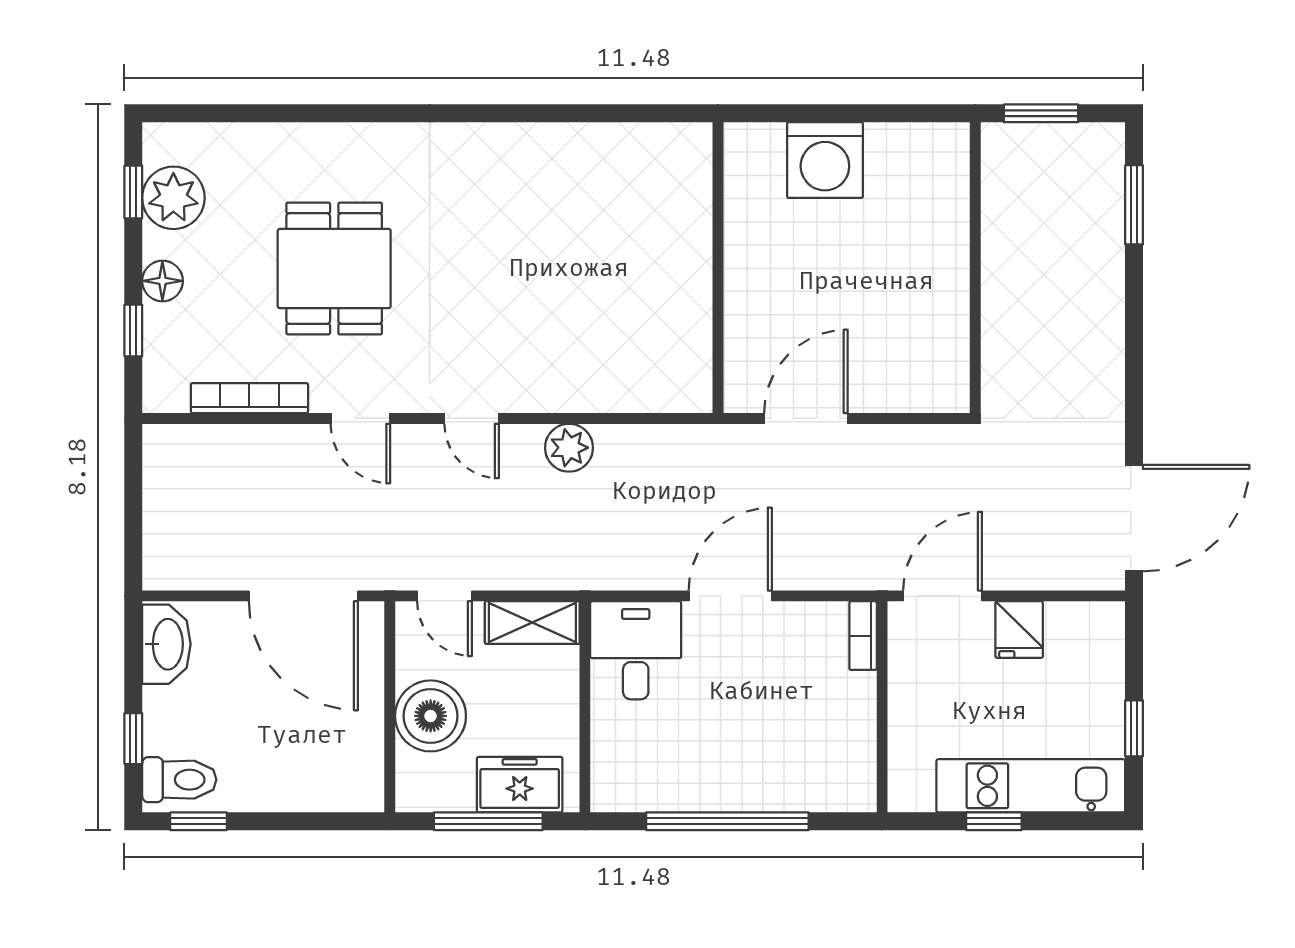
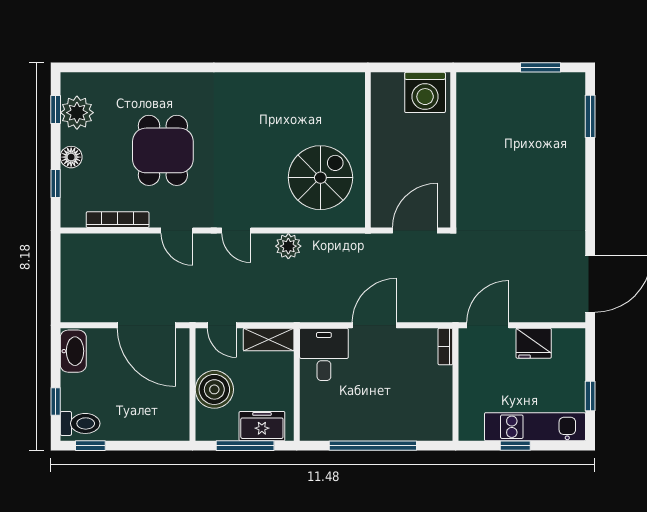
wall: (975, 268) -> (453, 150), moved
spiral stairs: (629, 320) -> (320, 178), added
fridge: (1019, 630) -> (534, 343), width x1.38

